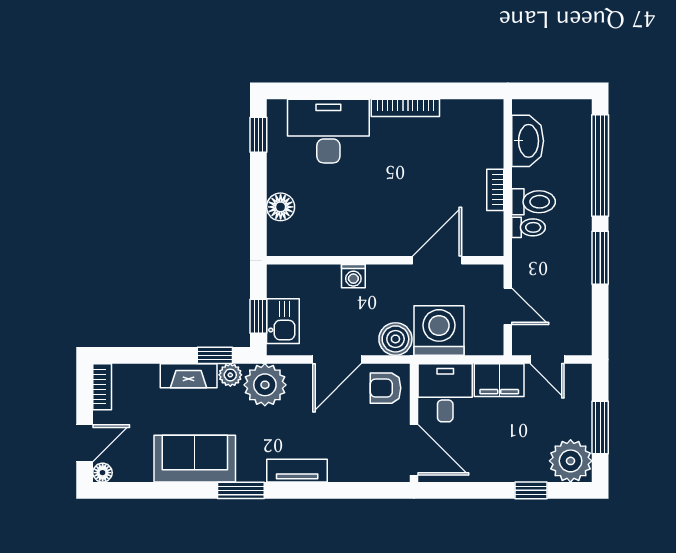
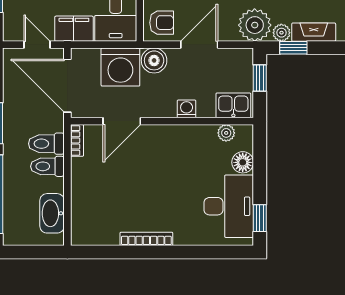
desk: (328, 131) -> (229, 206), moved, turned -90
bookcase: (495, 190) -> (77, 140), moved
toilet: (529, 227) -> (46, 144), width x1.37, depth x1.39
plant: (302, 245) -> (226, 133), added
door: (508, 306) -> (67, 86), width x1.87
kitchen sink: (283, 321) -> (233, 105), moved, turned 90

